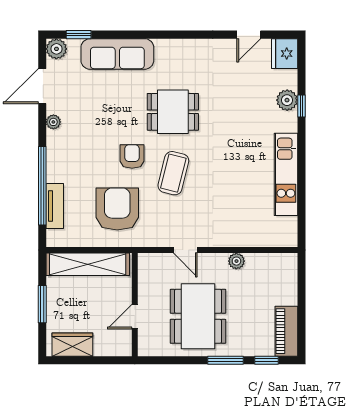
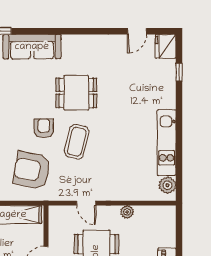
plant: (287, 100) -> (167, 185), moved
window: (301, 106) -> (179, 72), moved
armchair: (117, 209) -> (32, 170), turned -79

